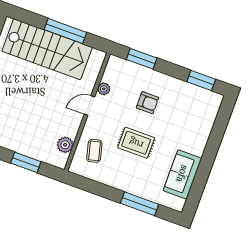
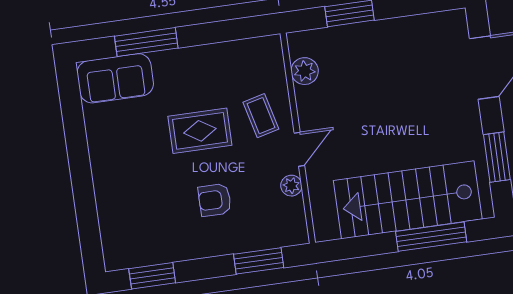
window: (65, 31) -> (431, 237), moved
coffee table: (94, 151) -> (261, 116), moved
sofa: (182, 174) -> (115, 78), moved, turned 90

